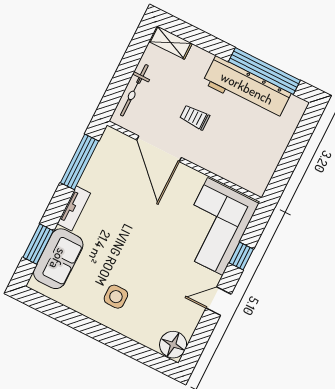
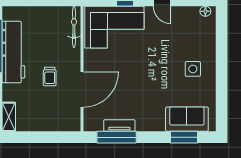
bicycle: (134, 90) -> (74, 27), moved, turned -90
tv unit: (74, 208) -> (119, 125), moved
floor lamp: (173, 345) -> (205, 11), width x0.53, depth x0.53

